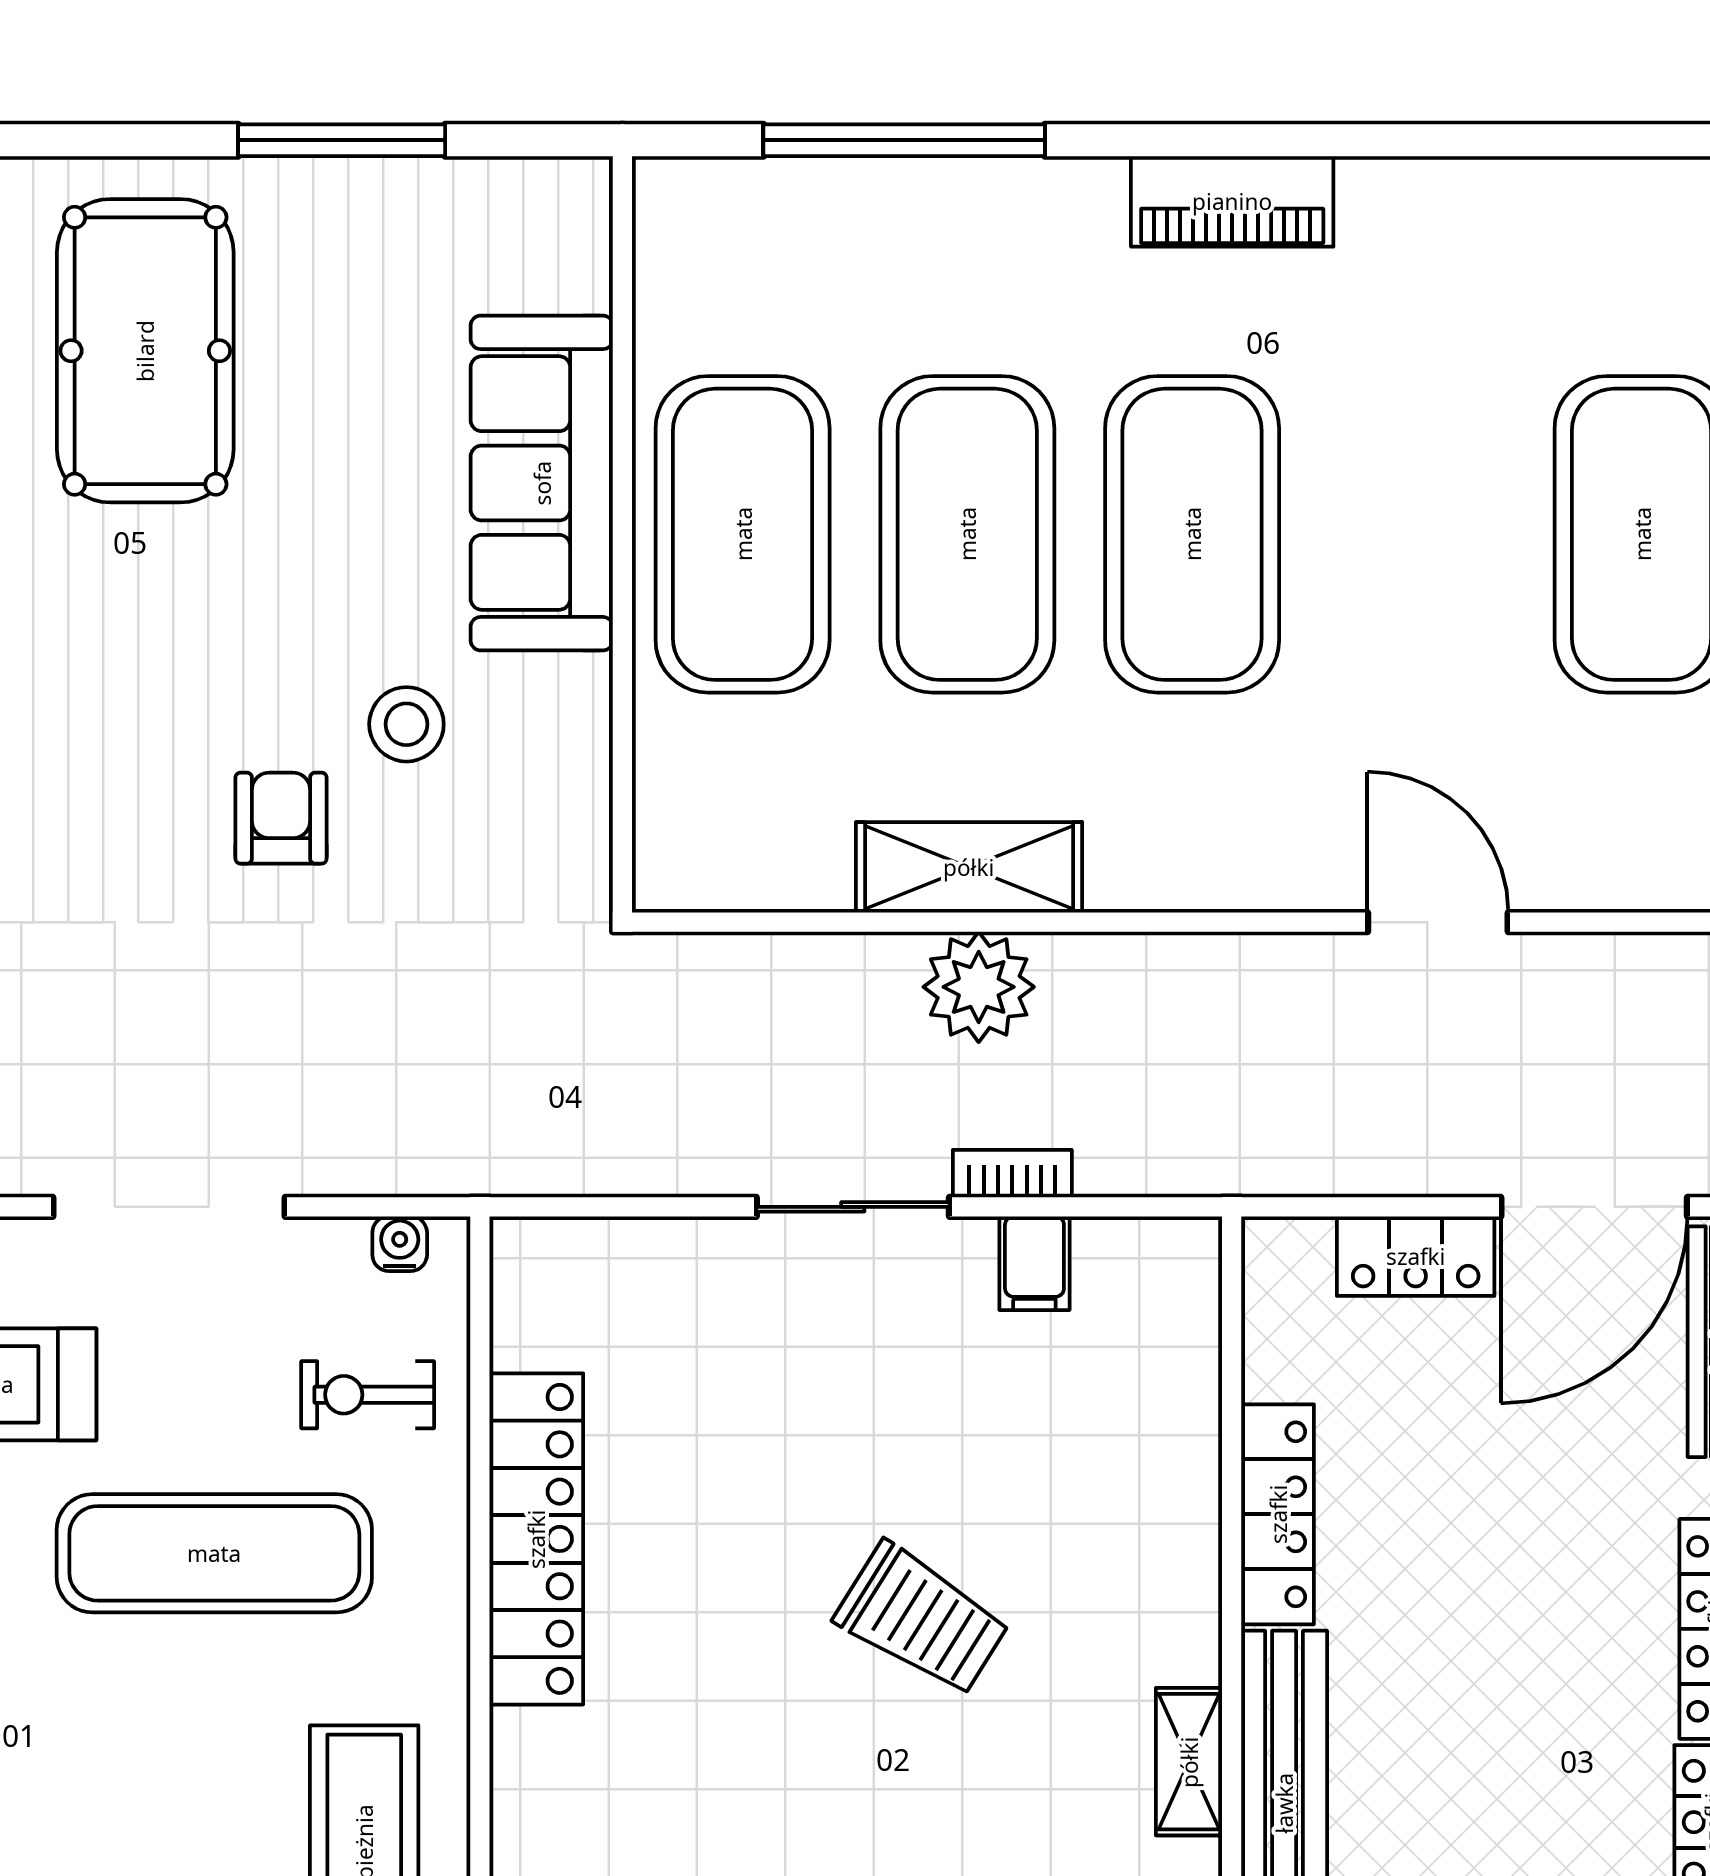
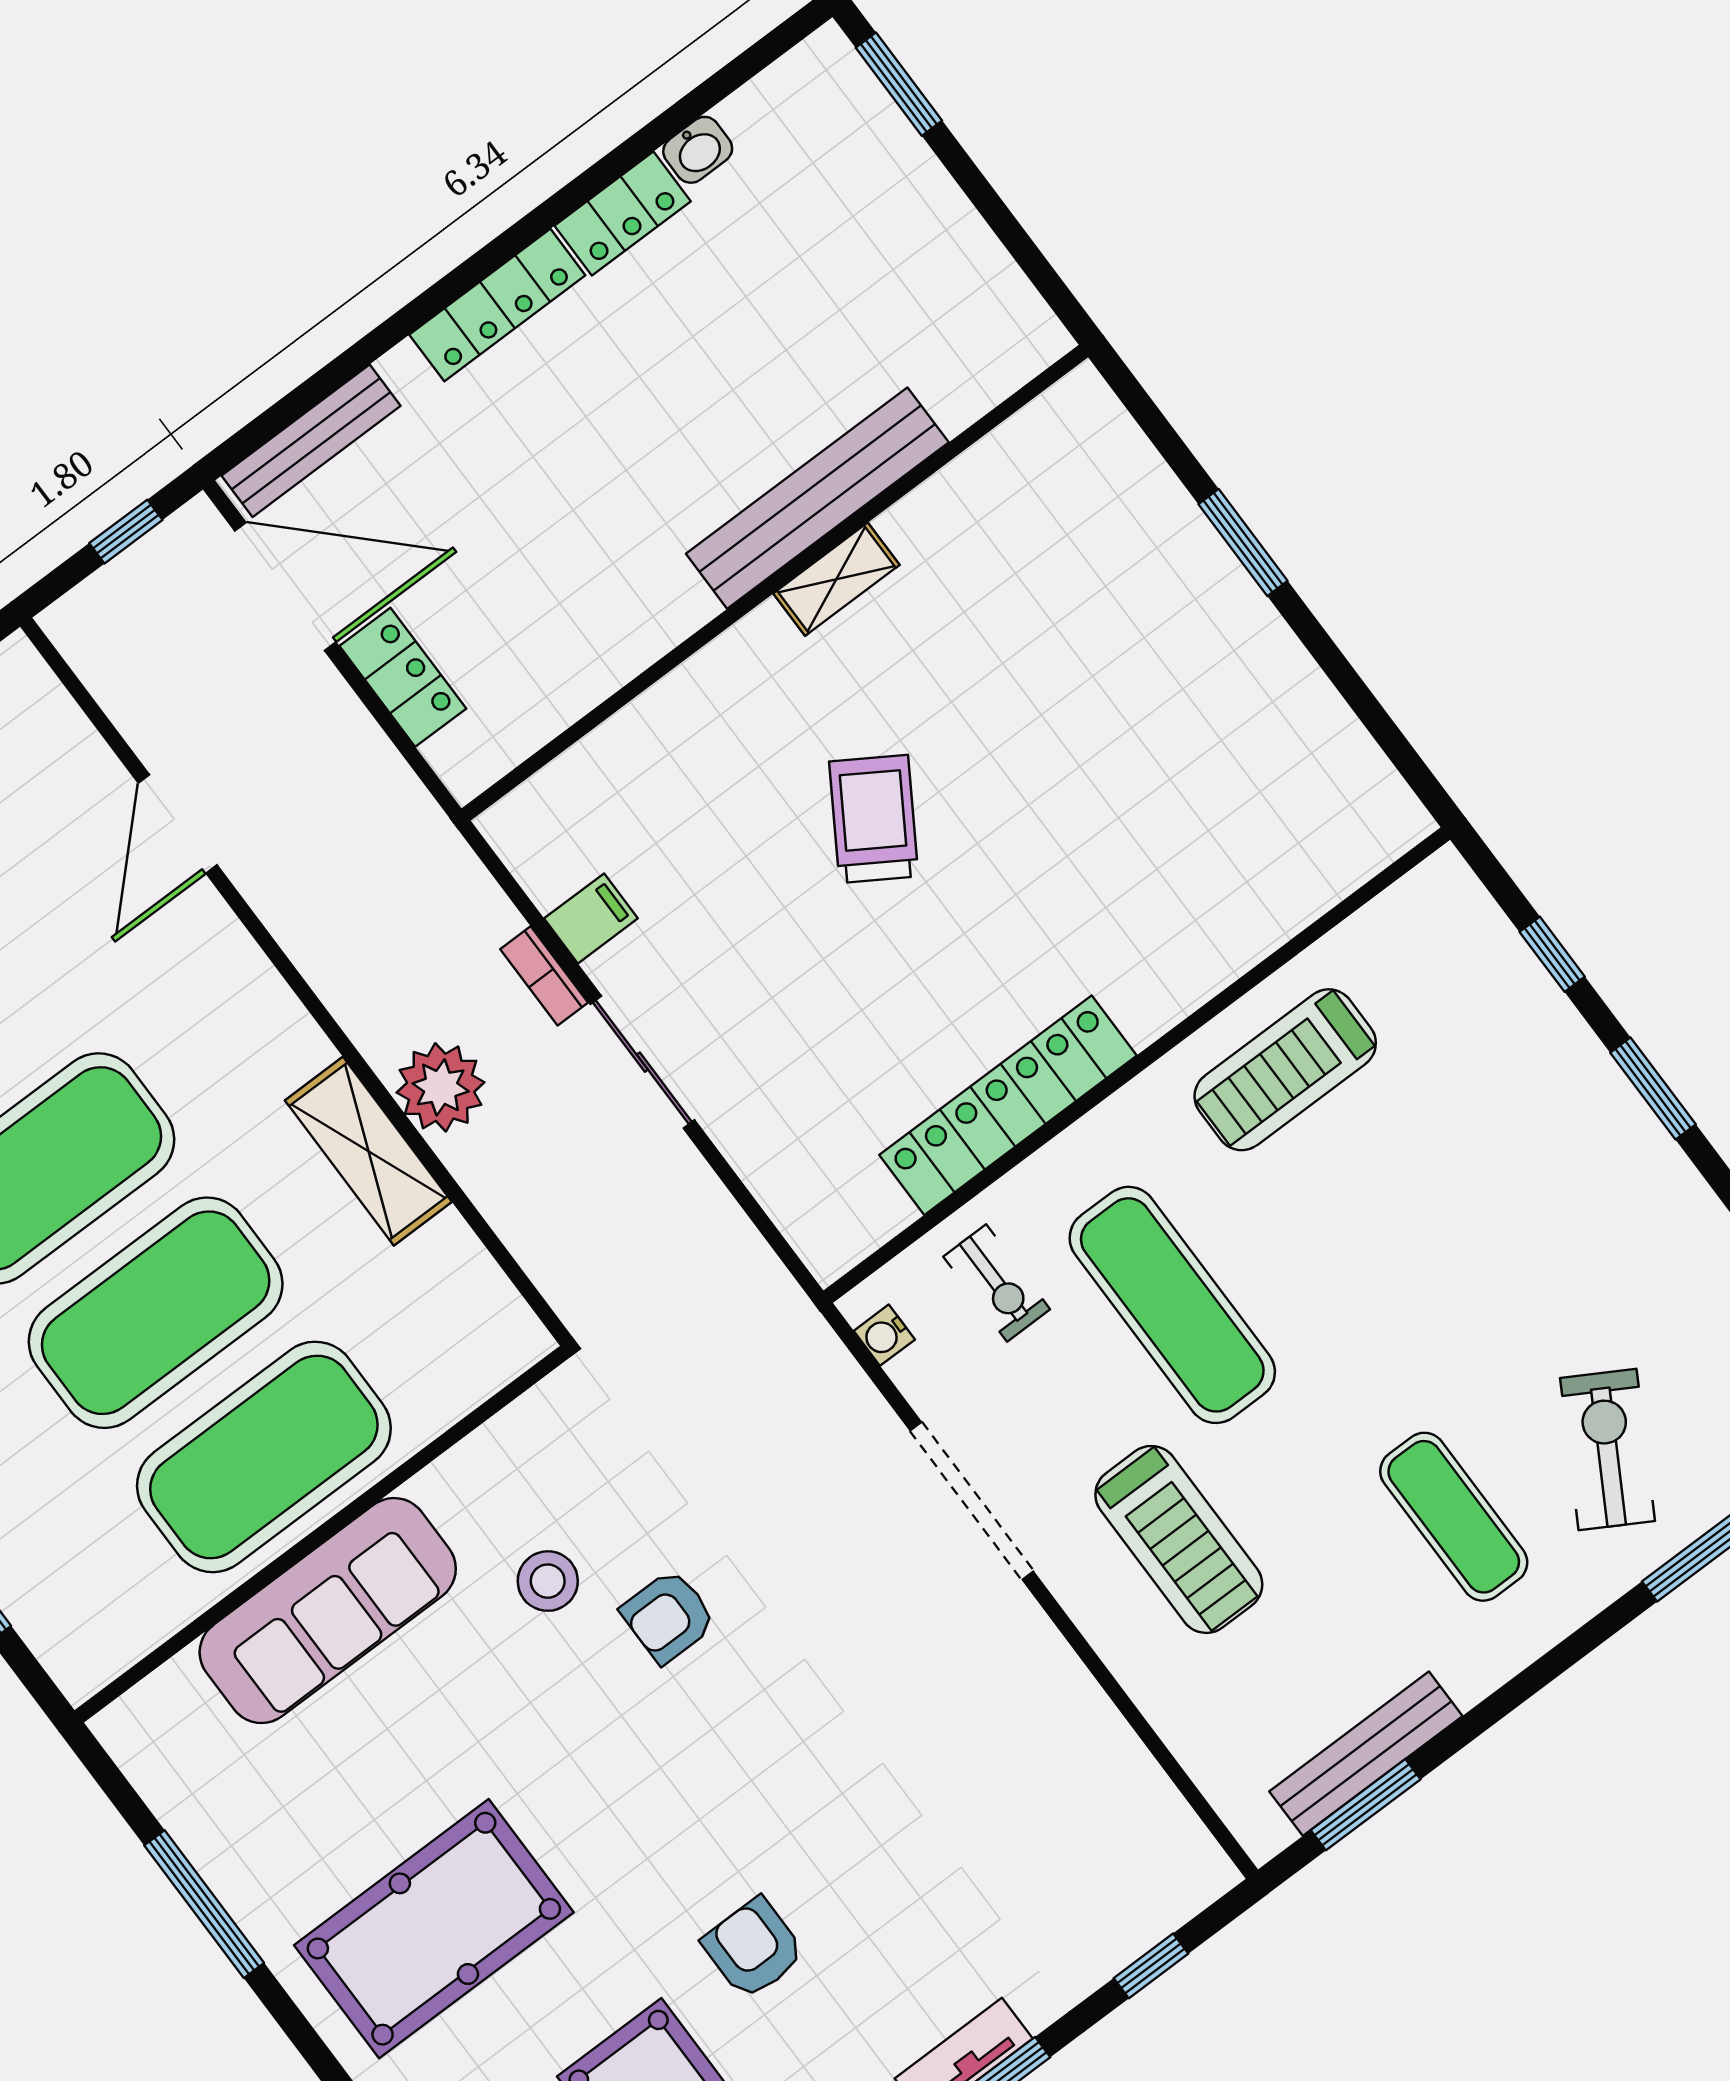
locker: (1278, 1514) -> (635, 641), removed

